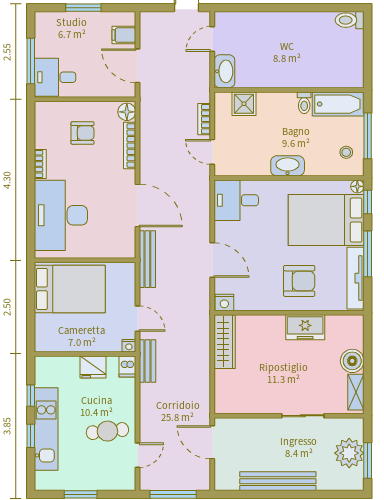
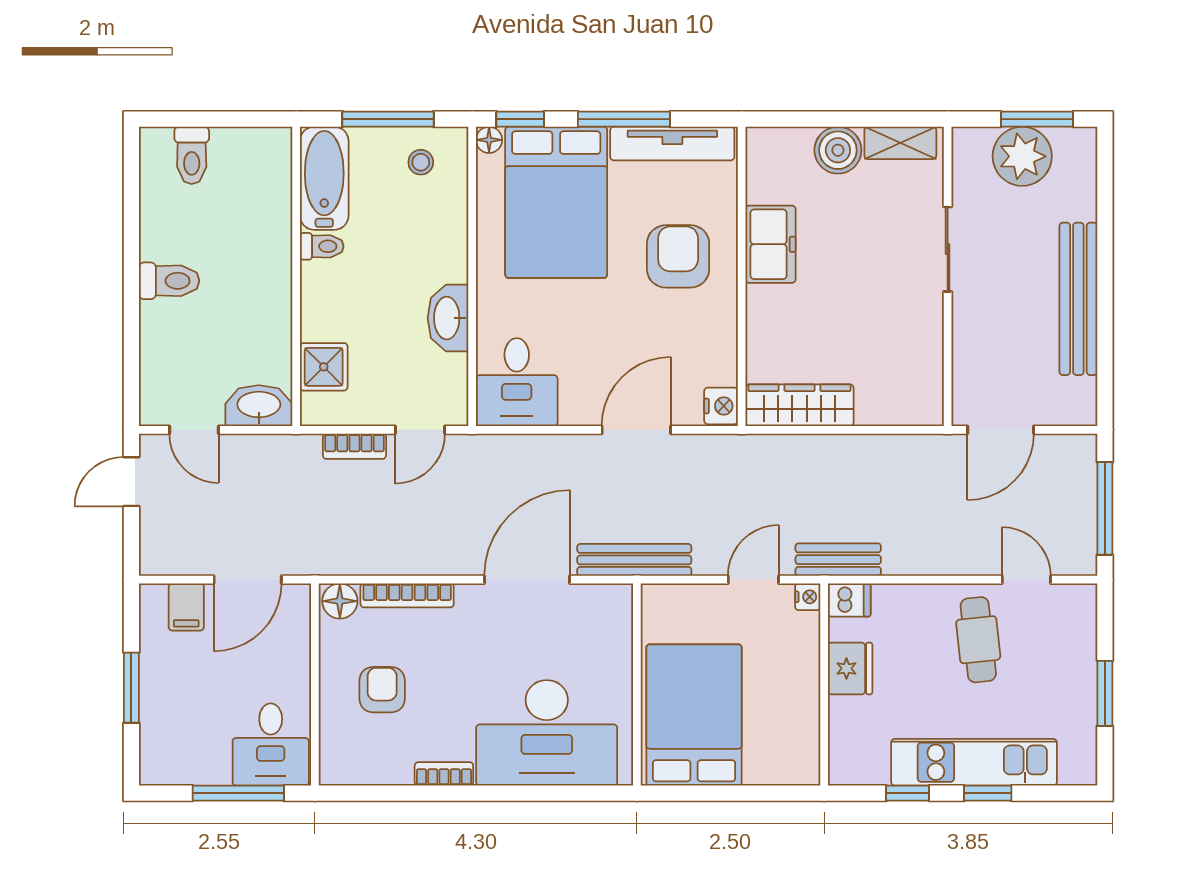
toilet: (350, 20) -> (192, 155), moved
toilet: (287, 26) -> (169, 281), added
washbasin: (288, 166) -> (448, 318), moved

